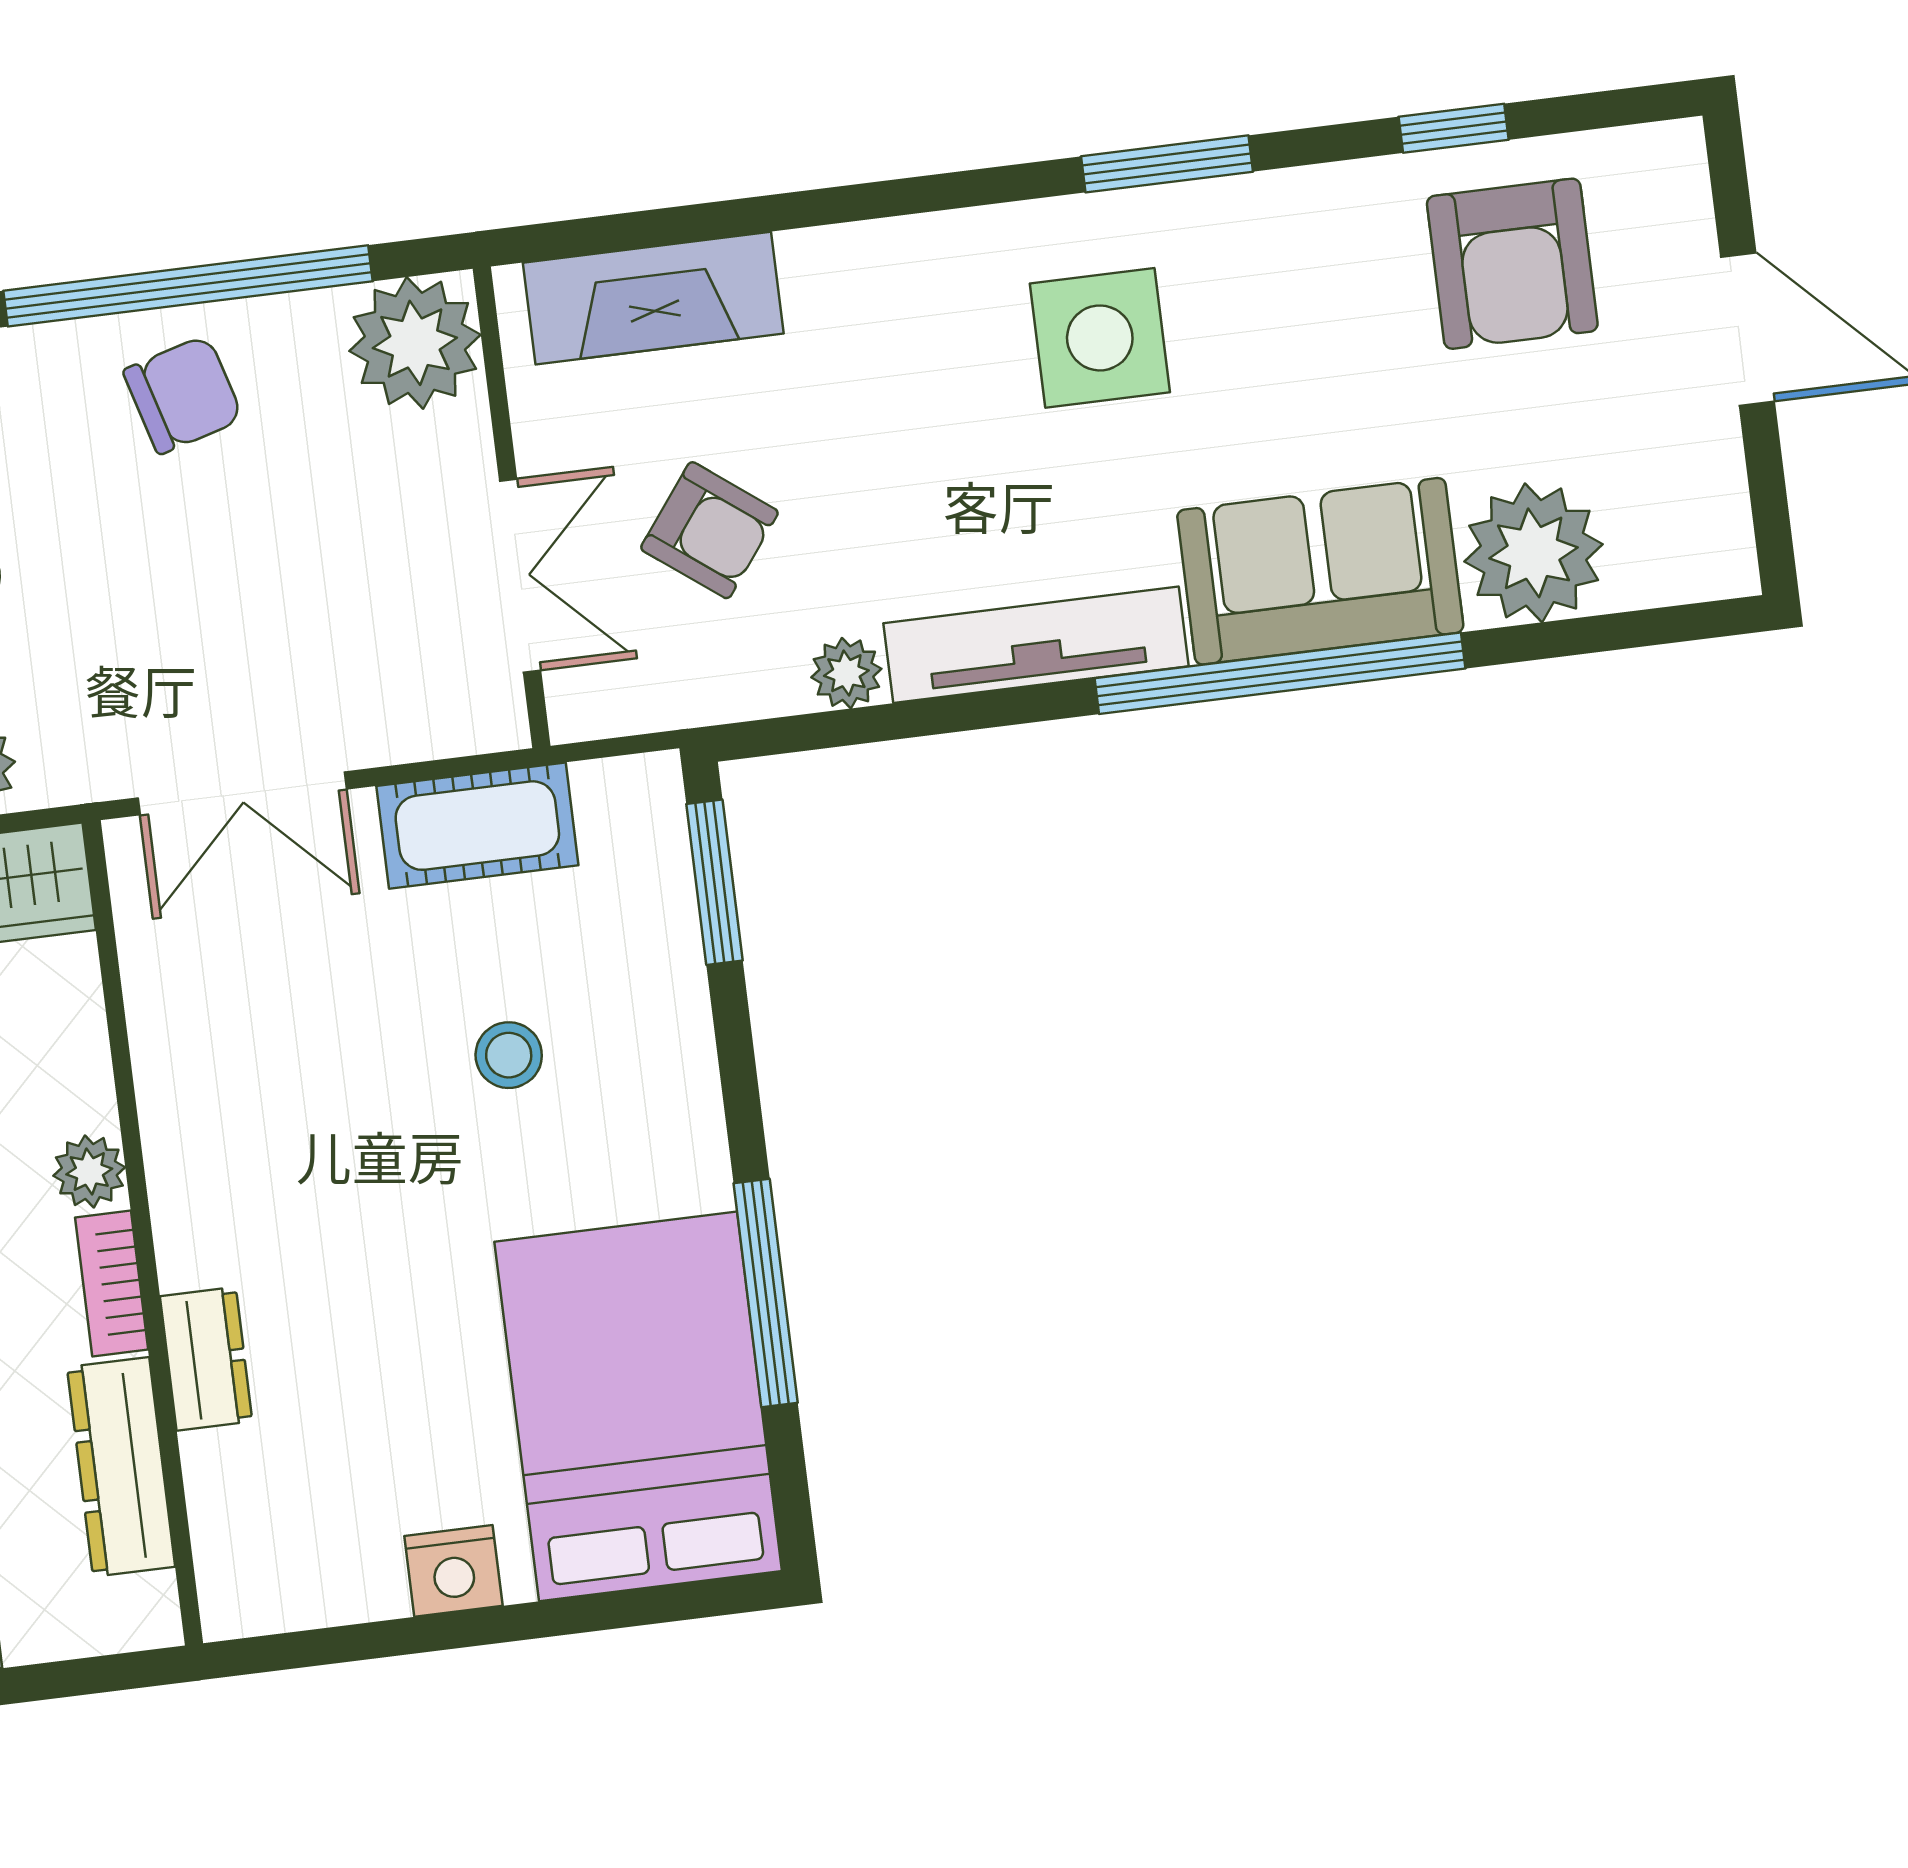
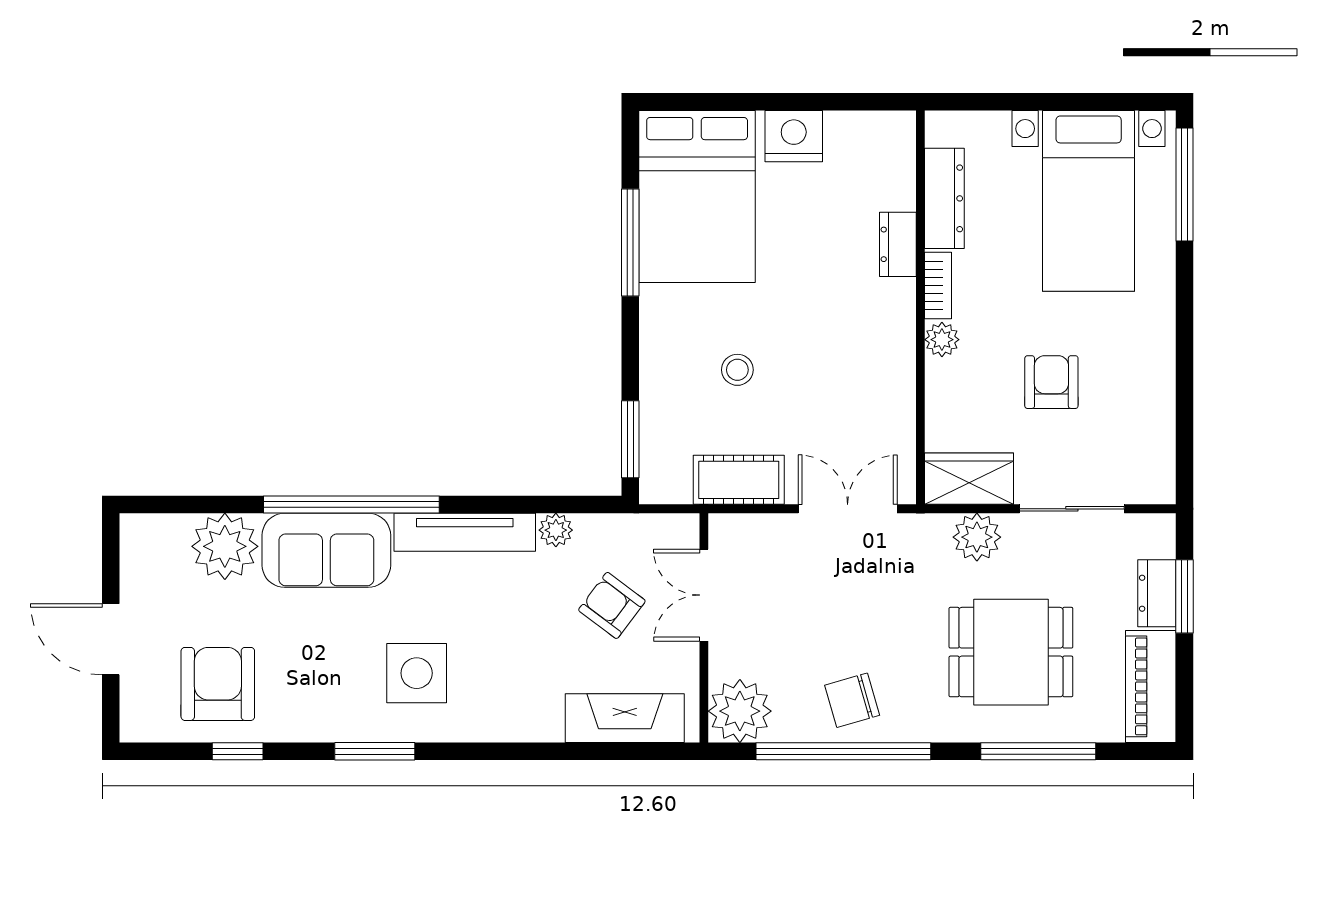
nightstand: (453, 1571) -> (794, 136), width x1.36, depth x1.33

